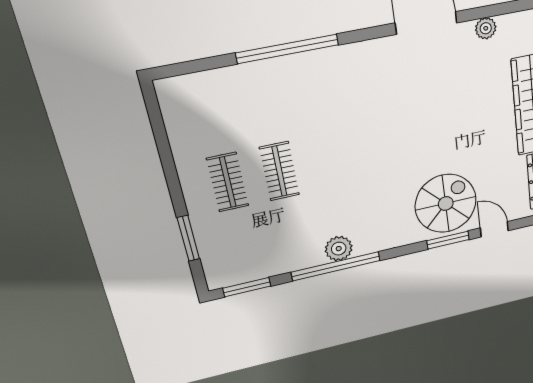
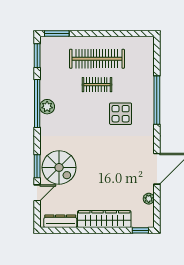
display table: (328, 115) -> (121, 114), added
clothes rail: (228, 182) -> (97, 59), width x1.86, depth x1.31
window: (188, 238) -> (57, 33), moved

